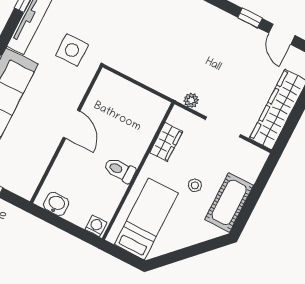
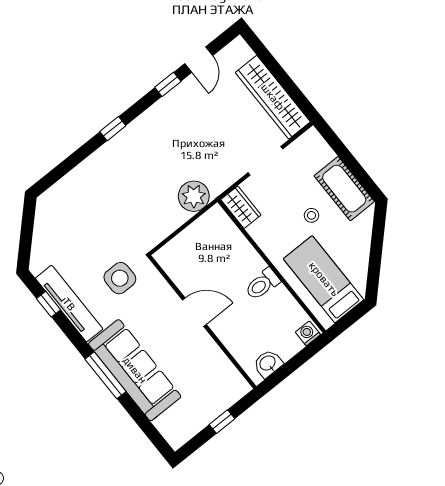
door: (282, 34) -> (199, 60), hinge flipped
plant: (191, 100) -> (194, 196), moved, width x1.88, depth x1.88
wardrobe: (166, 142) -> (241, 207), moved

